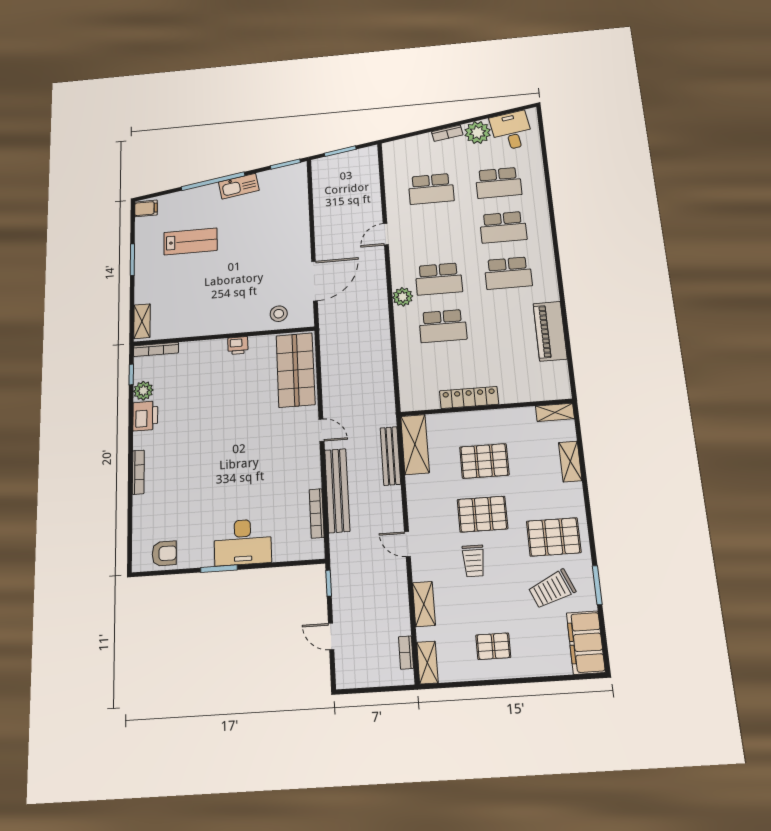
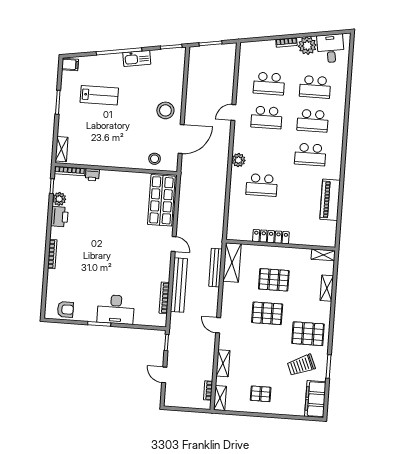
stool: (287, 247) -> (165, 110), added
school desk: (439, 279) -> (267, 117), moved
printer: (238, 346) -> (92, 175), moved
trolley: (474, 561) -> (257, 341), removed

